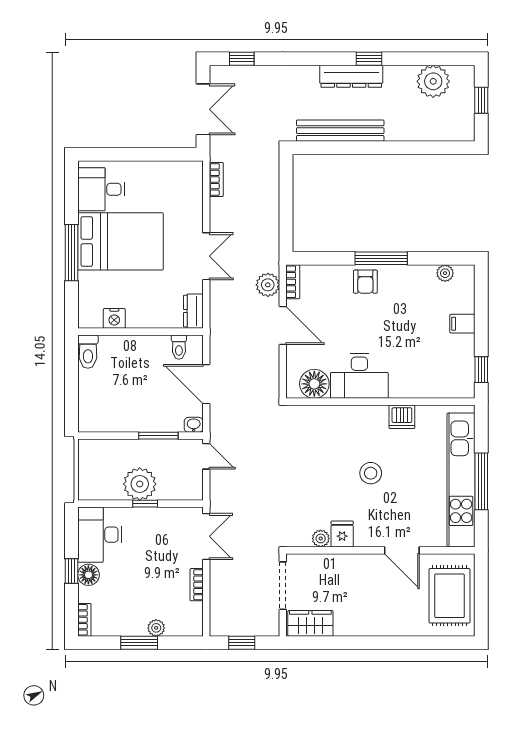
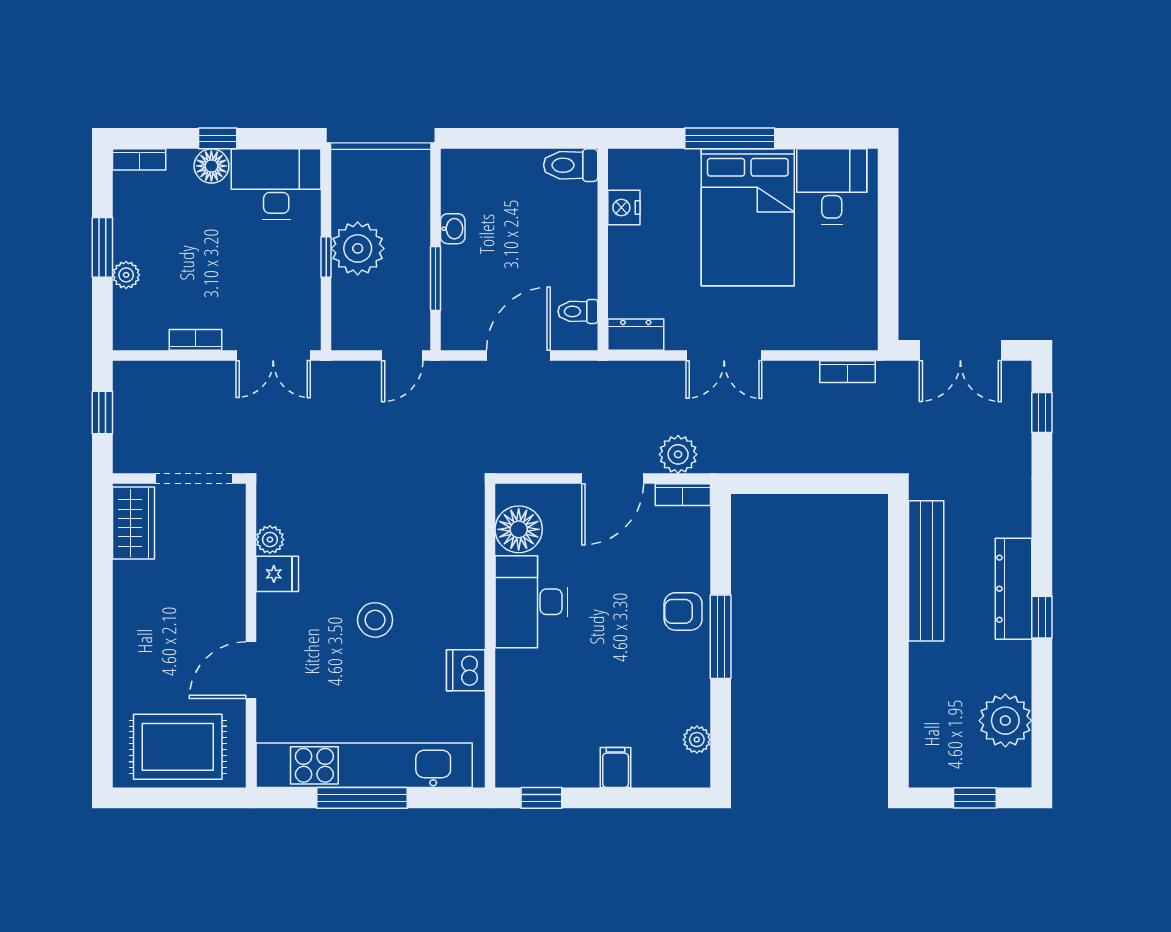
washbasin: (194, 425) -> (453, 229), moved

